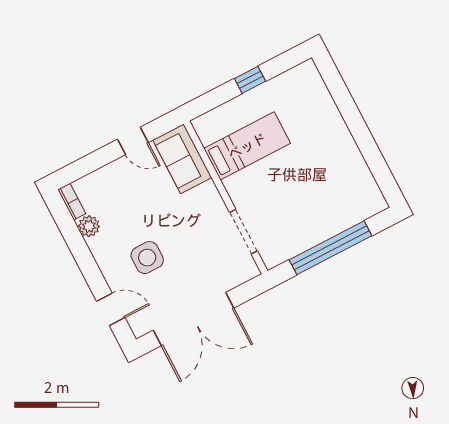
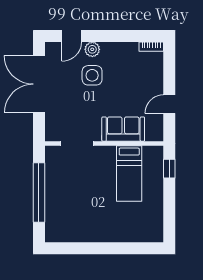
window: (250, 80) -> (169, 169), moved
sofa: (182, 159) -> (123, 129), moved
plant: (89, 226) -> (92, 49), moved

